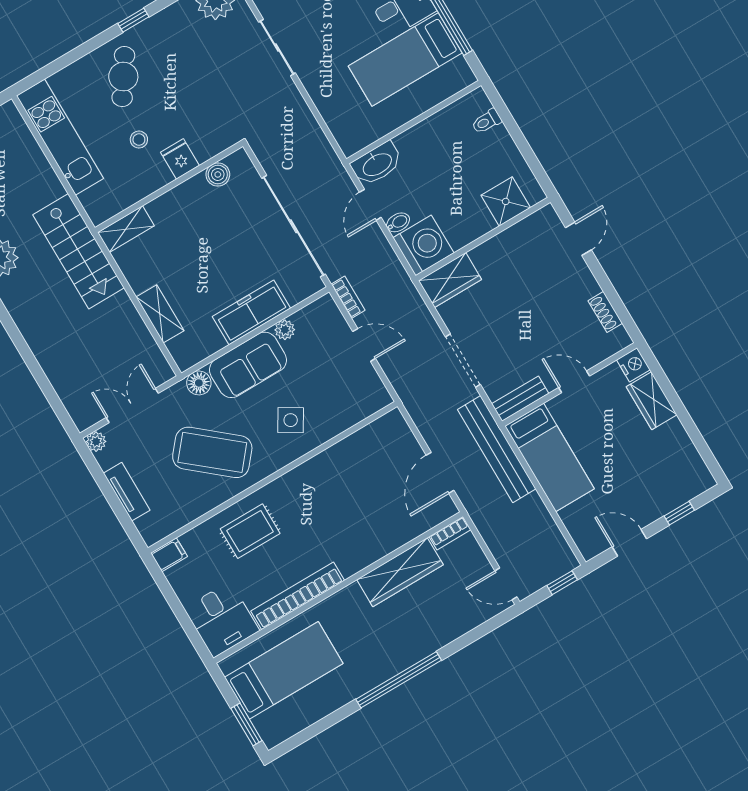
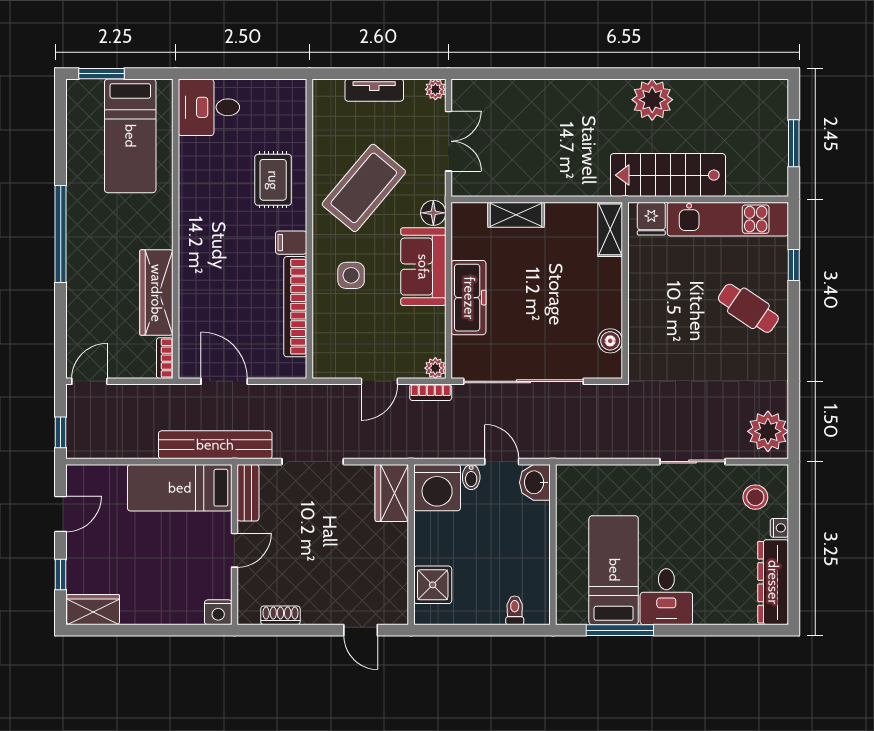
window: (133, 20) -> (794, 265), moved
stool: (139, 140) -> (684, 289), removed
fridge: (180, 159) -> (651, 219), moved, turned 90
washbasin: (377, 164) -> (535, 482), width x0.72
stairs: (79, 251) -> (668, 175), moved
plant: (285, 330) -> (435, 368), moved
wardrobe: (652, 401) -> (93, 610), moved
side table: (291, 420) -> (351, 275), turned -31
filing cabinet: (169, 555) -> (291, 243), moved, turned 90
bookcase: (298, 596) -> (295, 307), moved, turned 180

